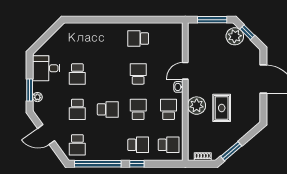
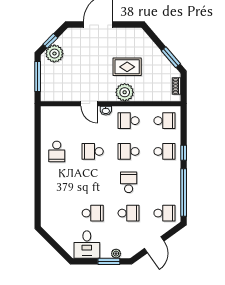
school desk: (138, 145) -> (164, 151), turned 90
school desk: (169, 145) -> (164, 121), turned 90

